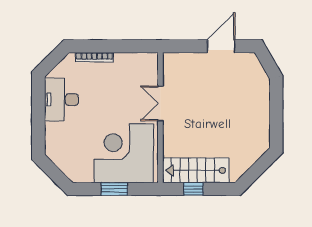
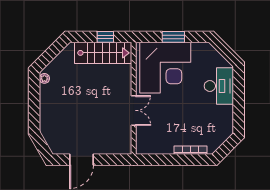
desk: (61, 100) -> (219, 86), moved
plant: (264, 141) -> (44, 78), added

